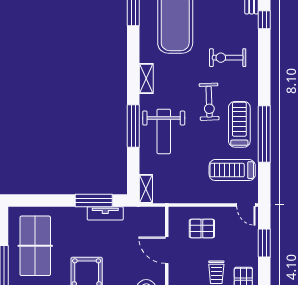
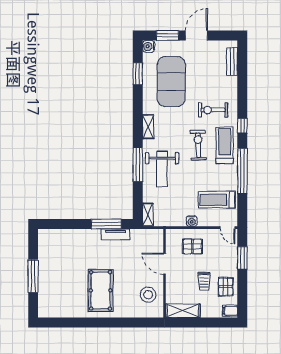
window: (264, 20) -> (242, 126), moved
exercise bike: (209, 102) -> (198, 145), turned 180
treadmill: (239, 124) -> (225, 145), moved
water cooler: (201, 197) -> (192, 221), added
table tennis table: (35, 246) -> (60, 260), removed

